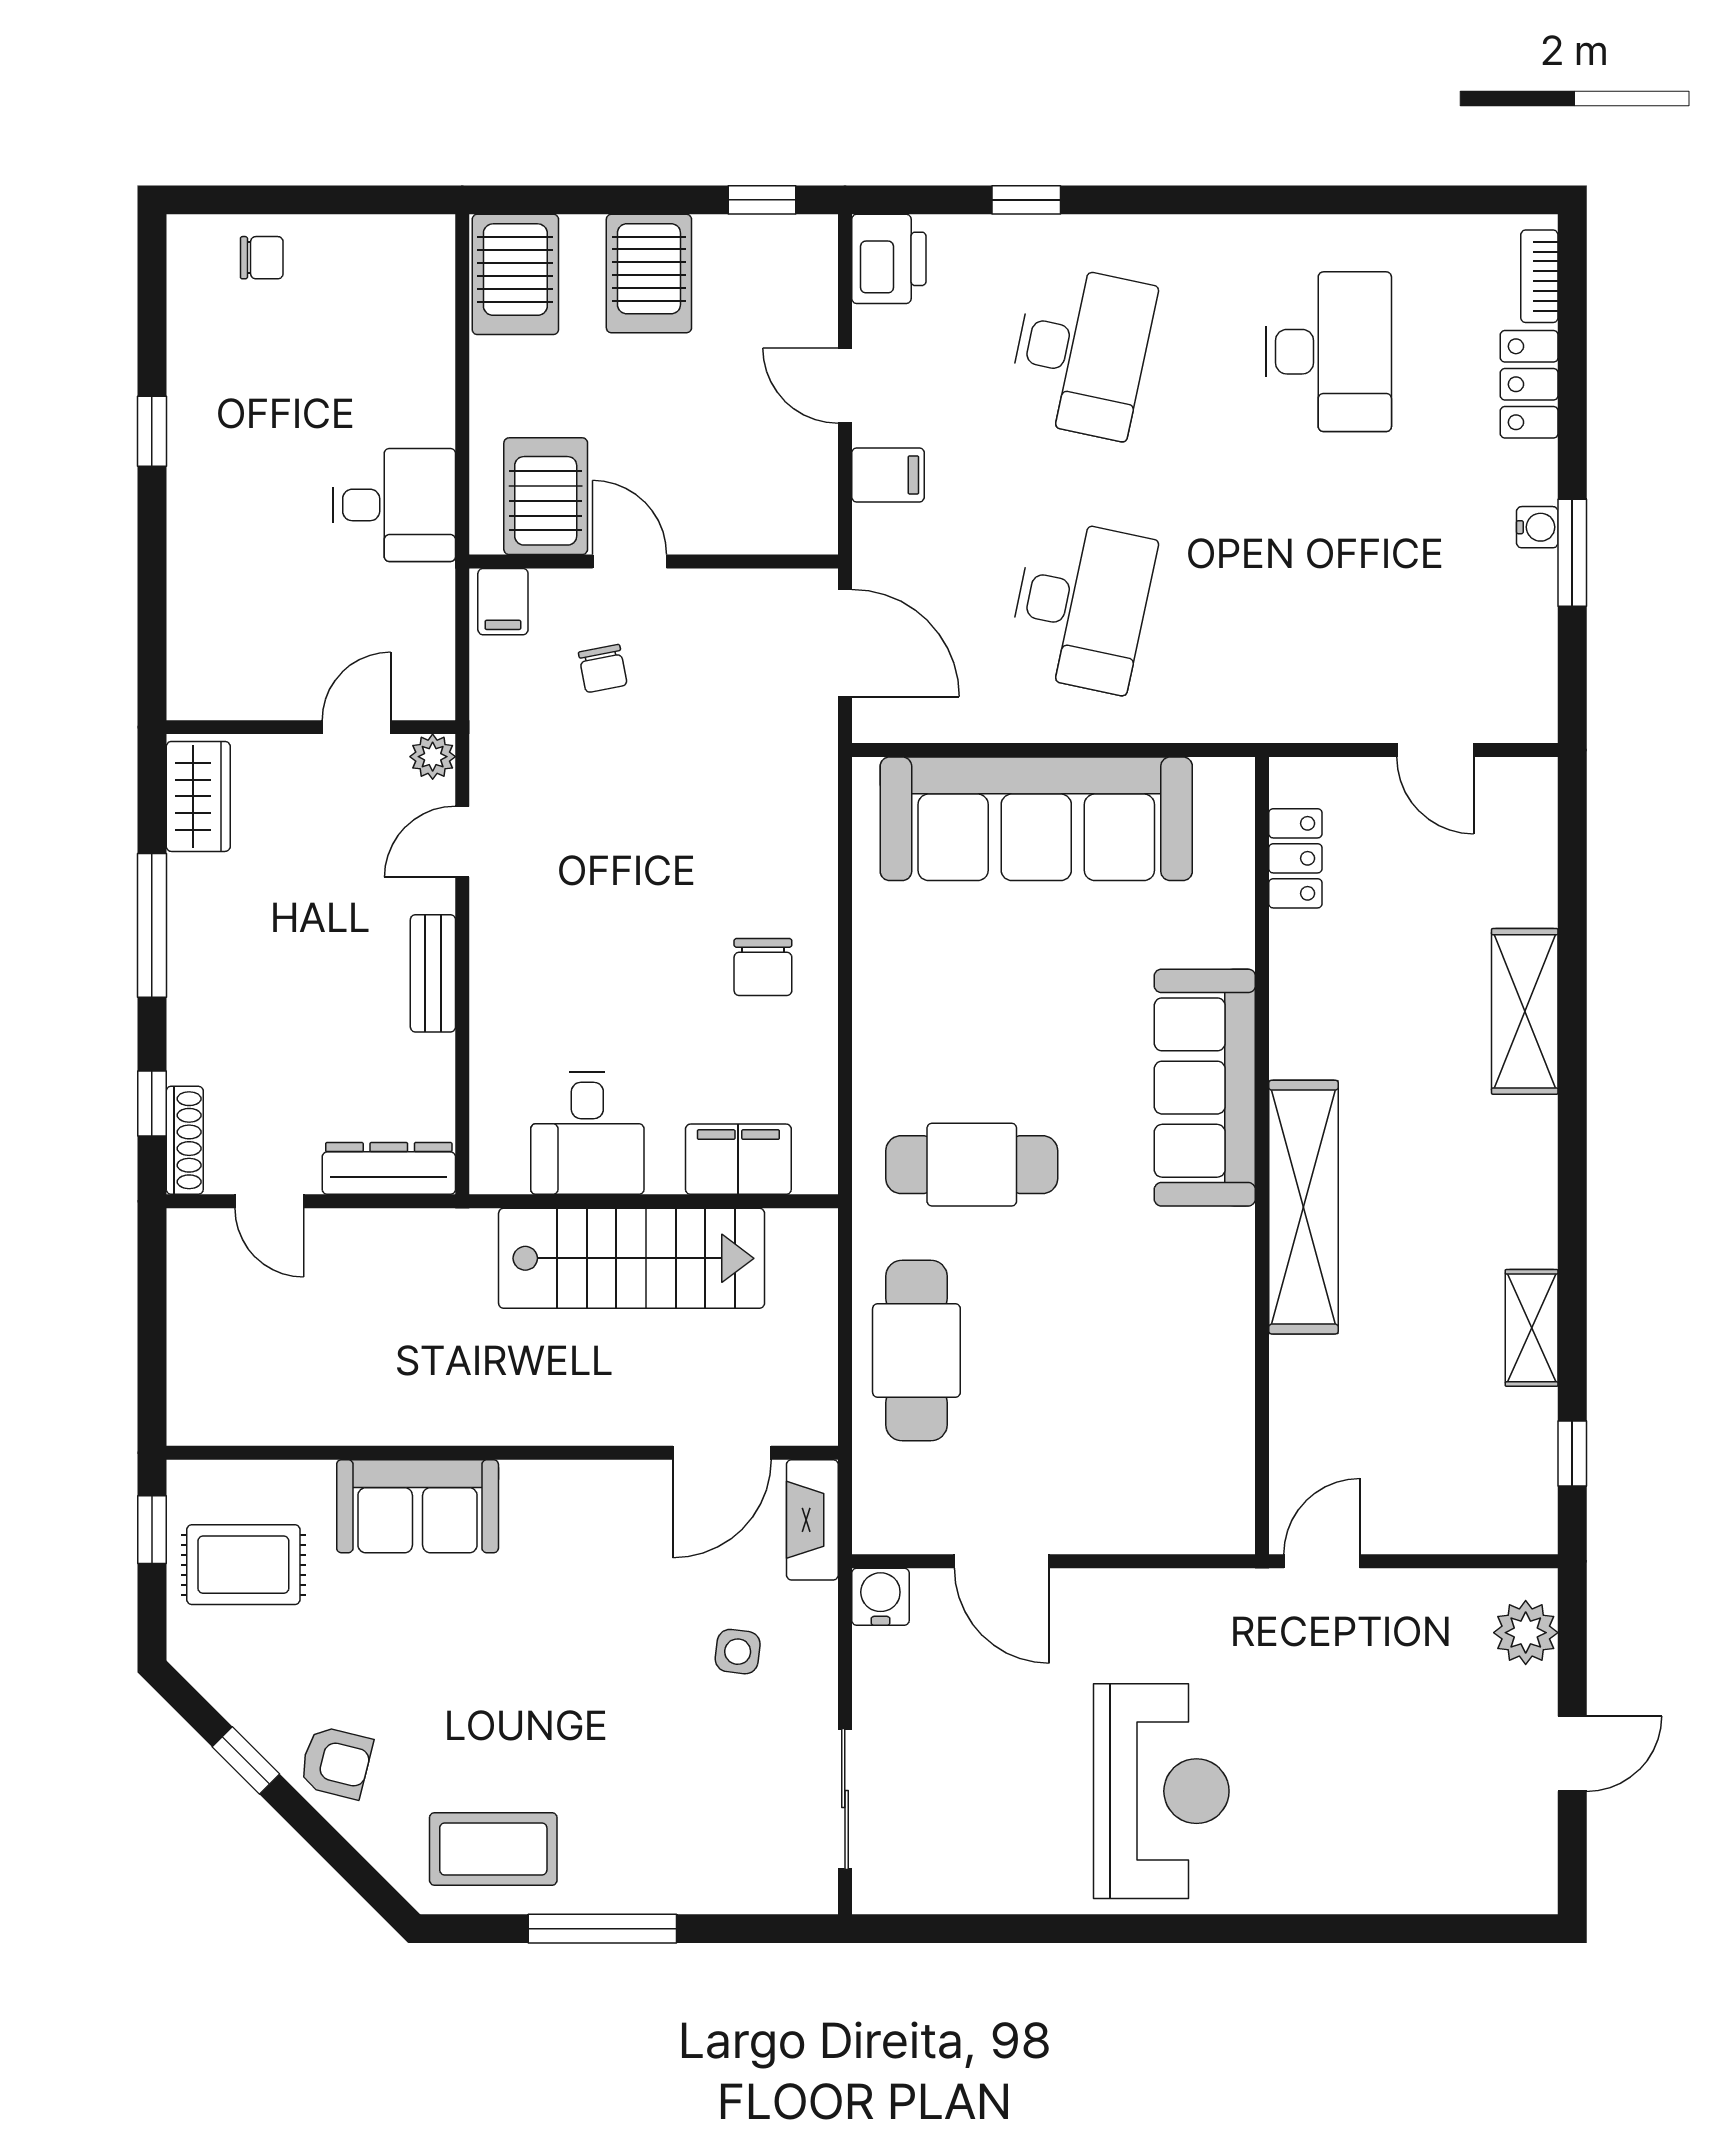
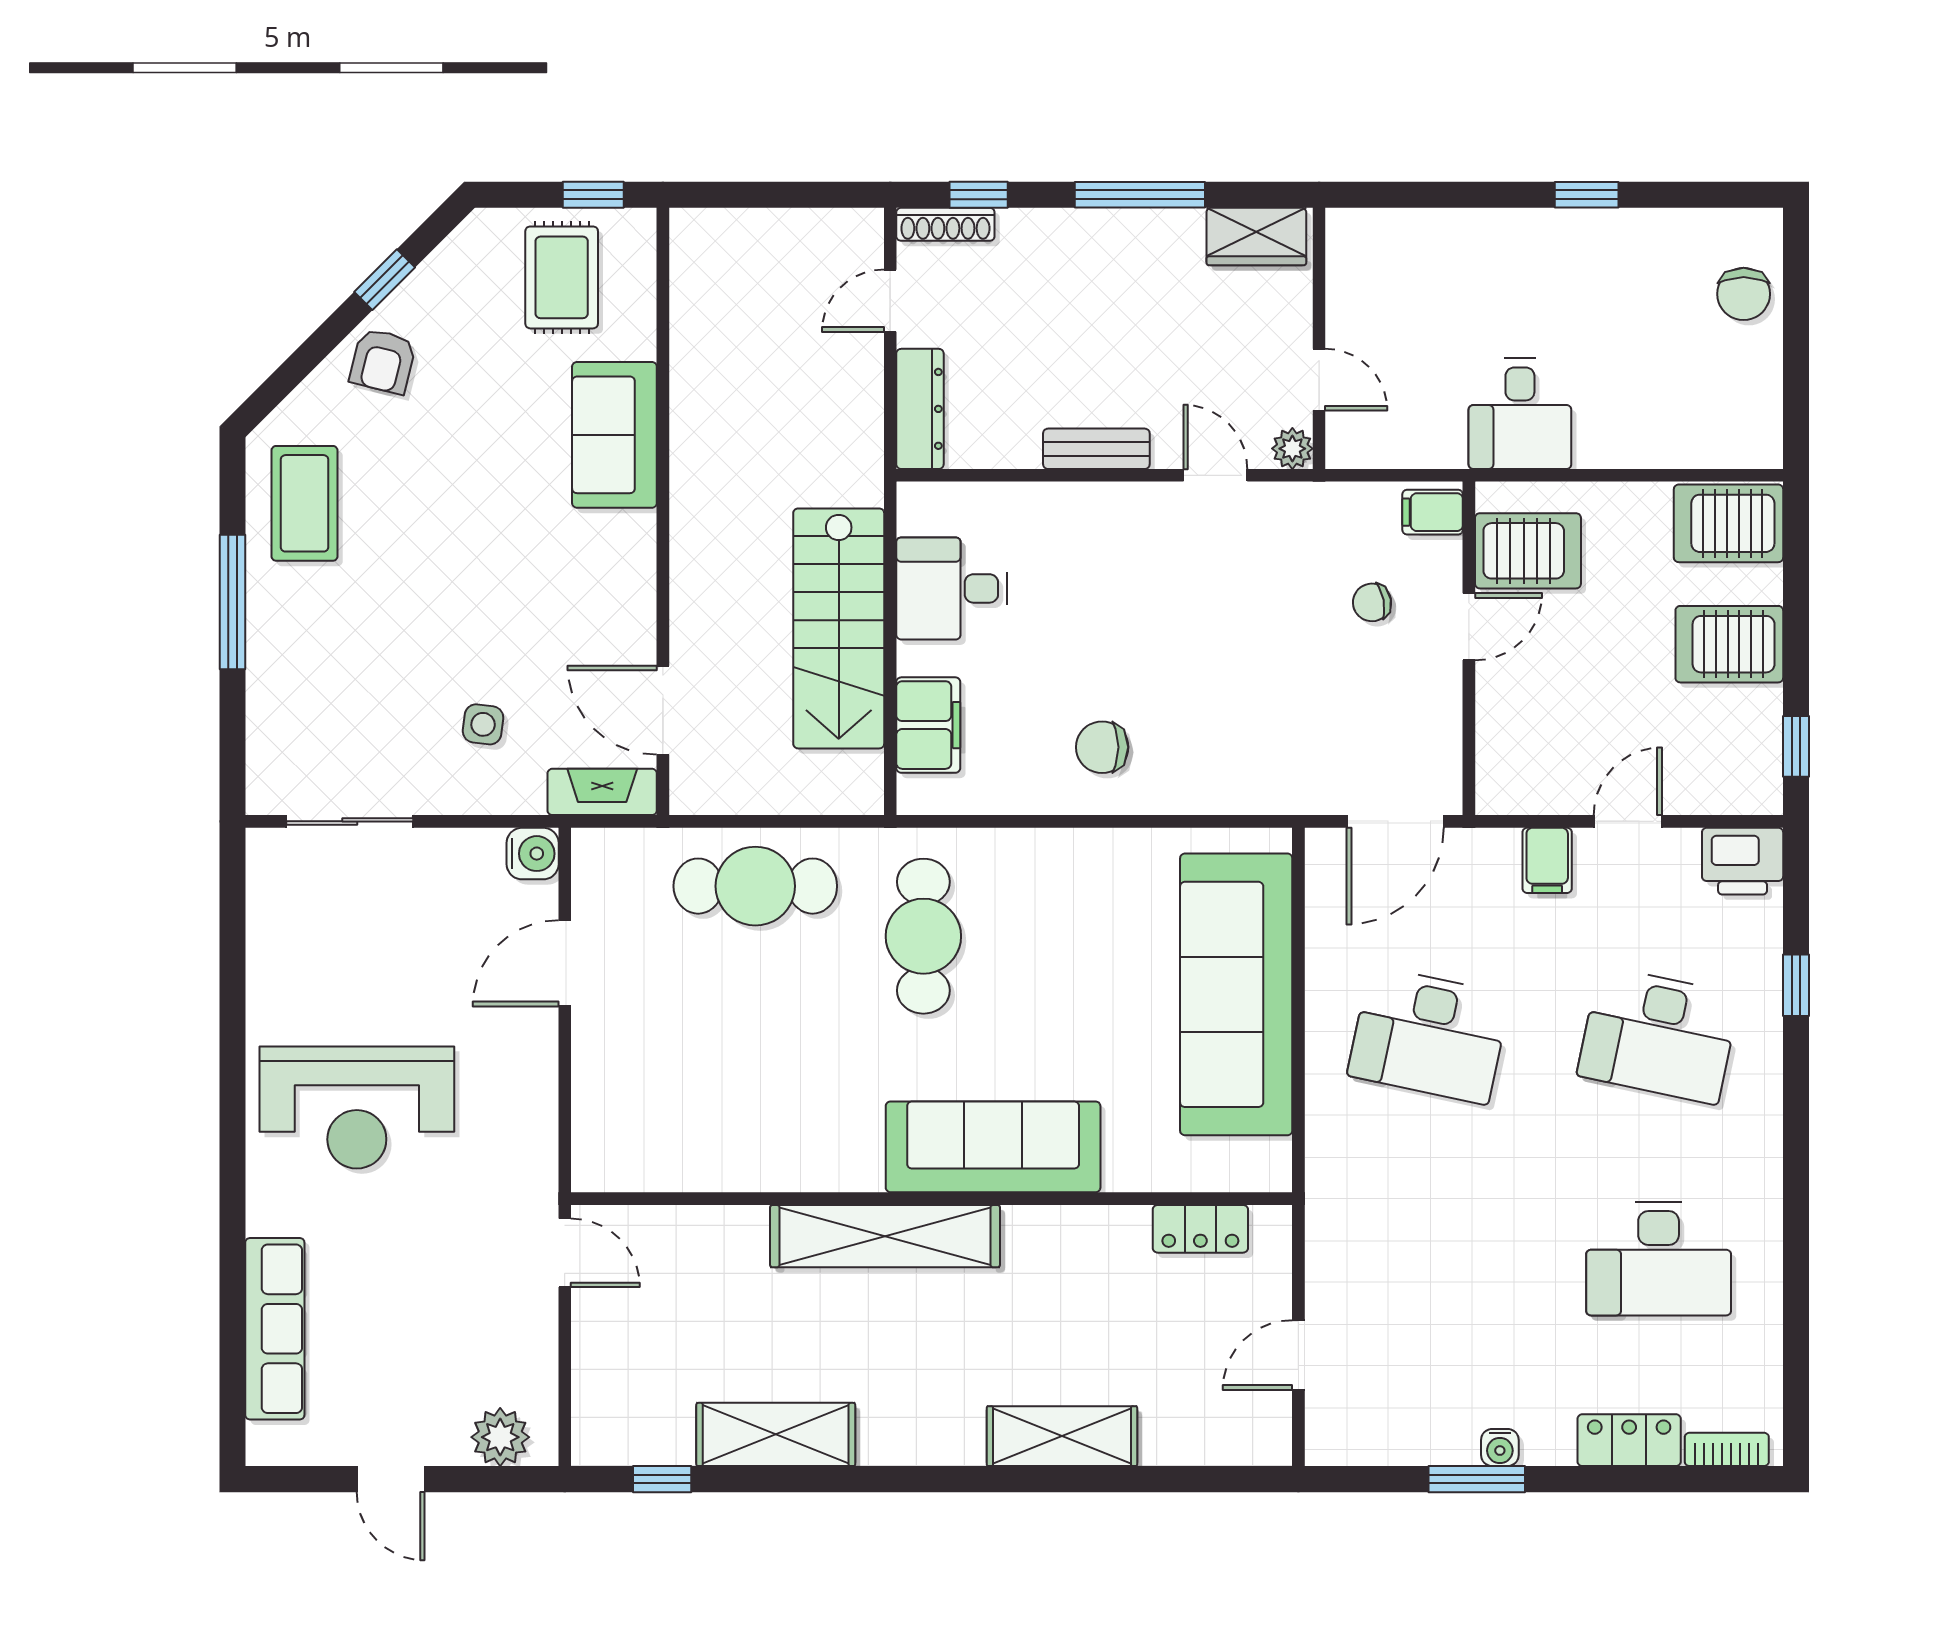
chair: (262, 258) -> (1744, 294), width x1.37, depth x1.37
shelving: (1532, 1328) -> (776, 1434), width x1.50, depth x1.33
row of seats: (1406, 1882) -> (275, 1329), added

